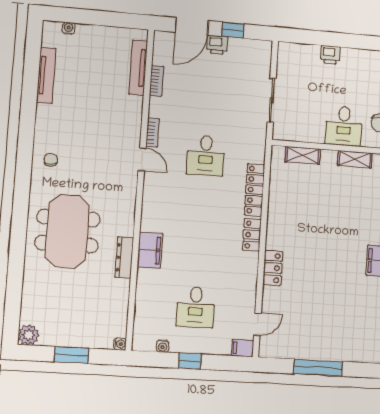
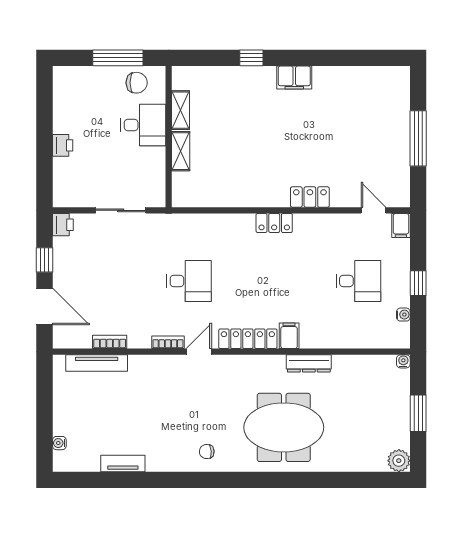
printer: (217, 45) -> (63, 225), moved
tv unit: (46, 75) -> (123, 463), width x0.71
shelving: (303, 155) -> (181, 151), moved
locker: (255, 190) -> (248, 339), moved, turned 180
filing cabinet: (150, 250) -> (289, 336), width x0.50

